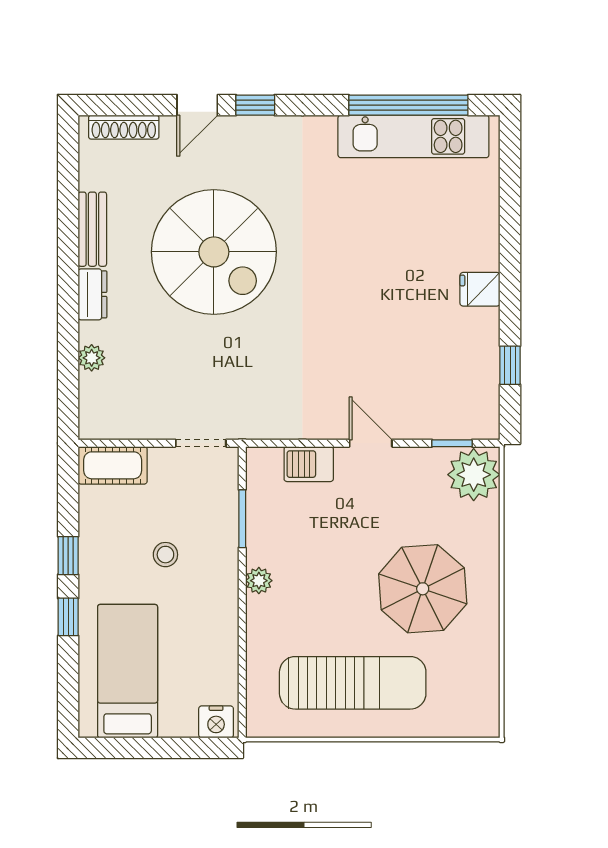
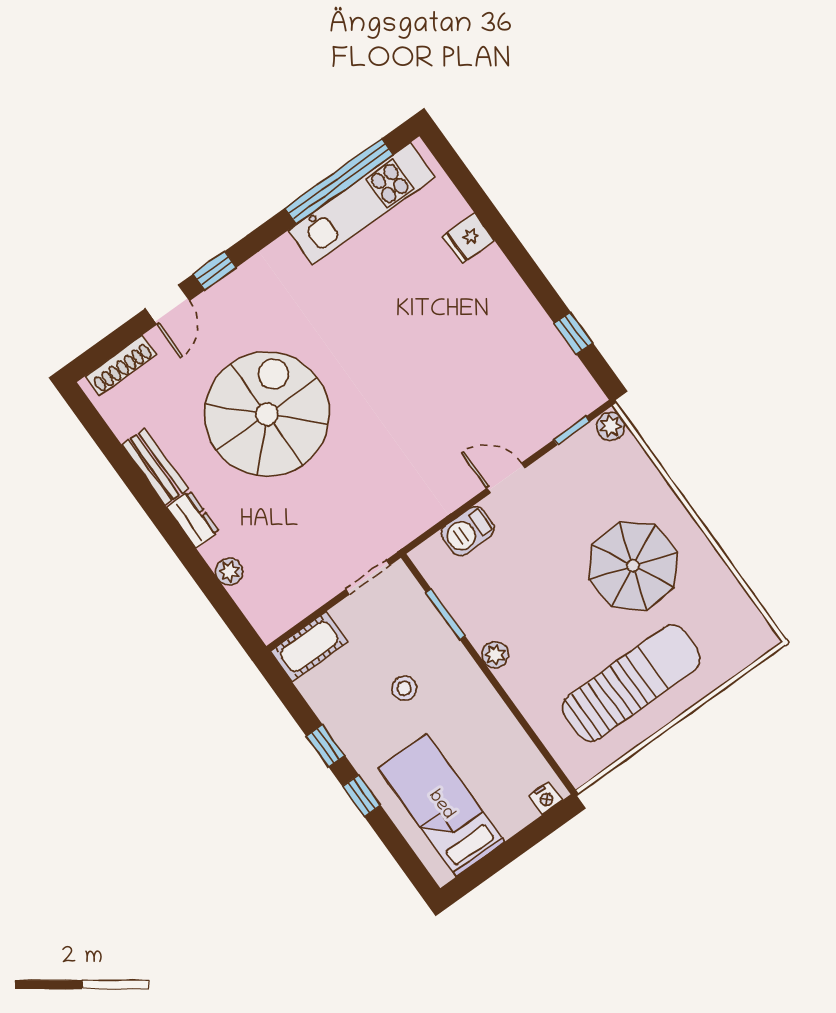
spiral stairs: (214, 252) -> (267, 414), turned -90
fridge: (480, 289) -> (468, 238), moved
plant: (474, 475) -> (611, 426), width x0.53, depth x0.53
nightstand: (216, 722) -> (545, 798), width x0.72, depth x0.74

